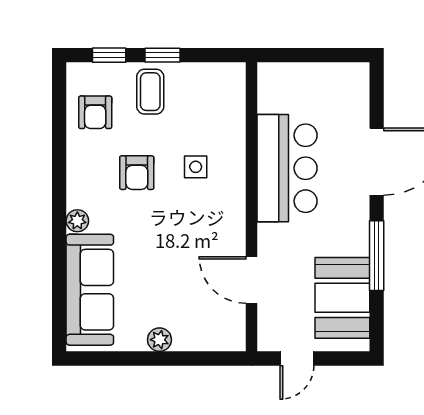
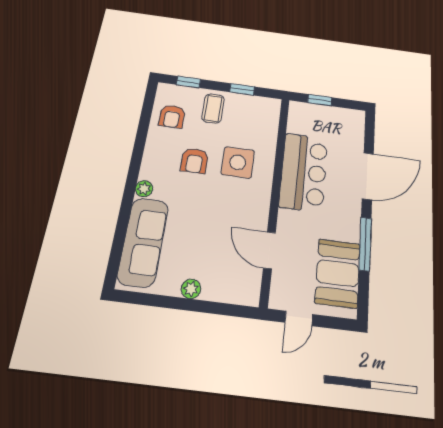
window: (162, 55) -> (242, 89), moved
window: (301, 55) -> (320, 100), added
side table: (196, 167) -> (238, 162), width x1.87, depth x1.87

